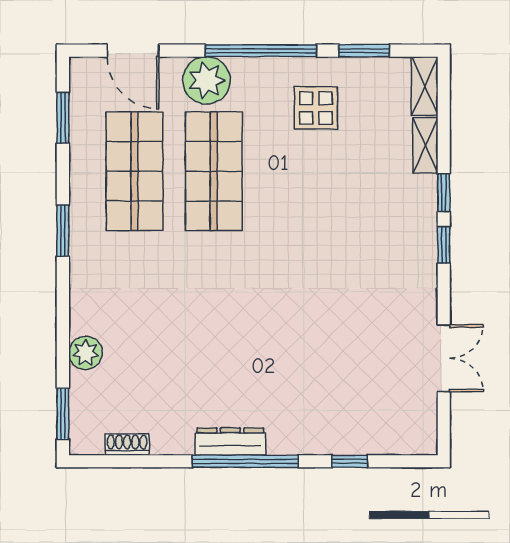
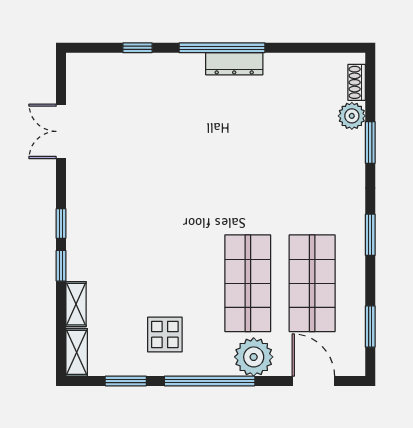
plant: (86, 353) -> (352, 116), moved
window: (63, 414) -> (370, 142), moved
shoe rack: (127, 445) -> (357, 82), moved, turned 90

